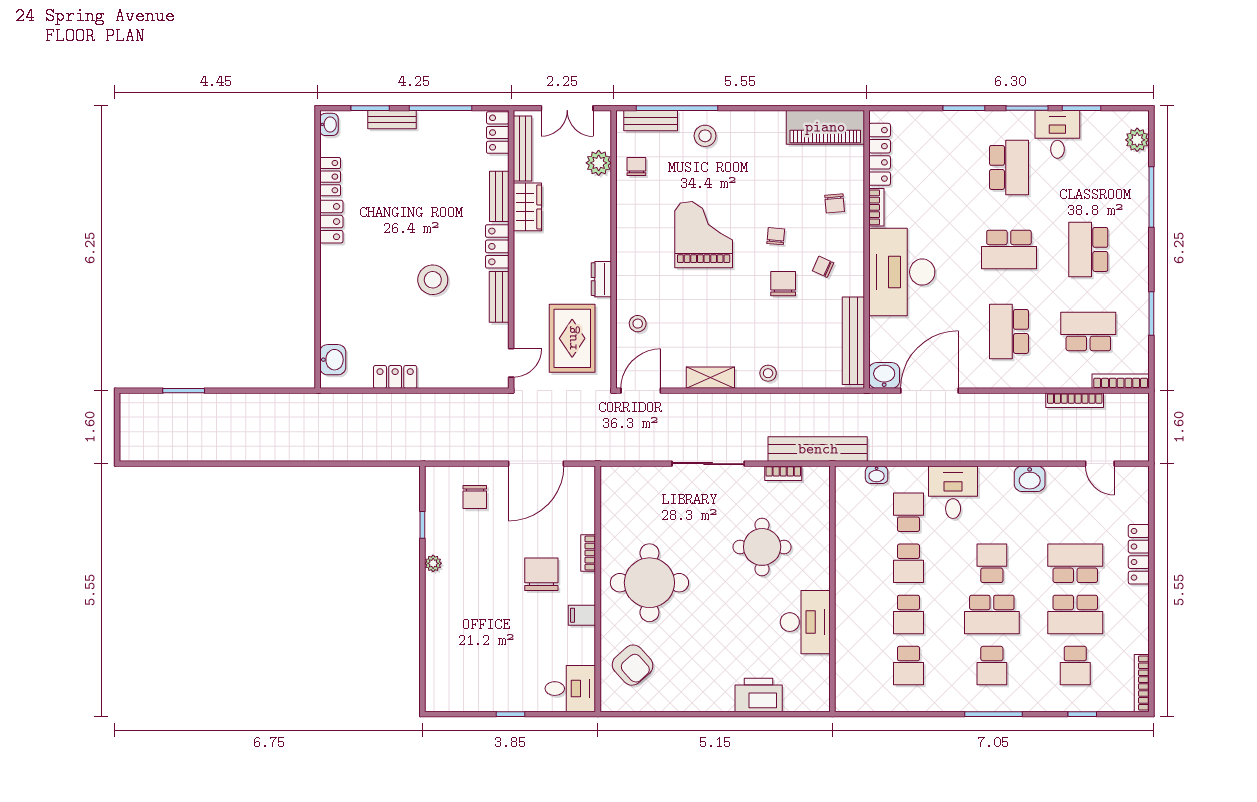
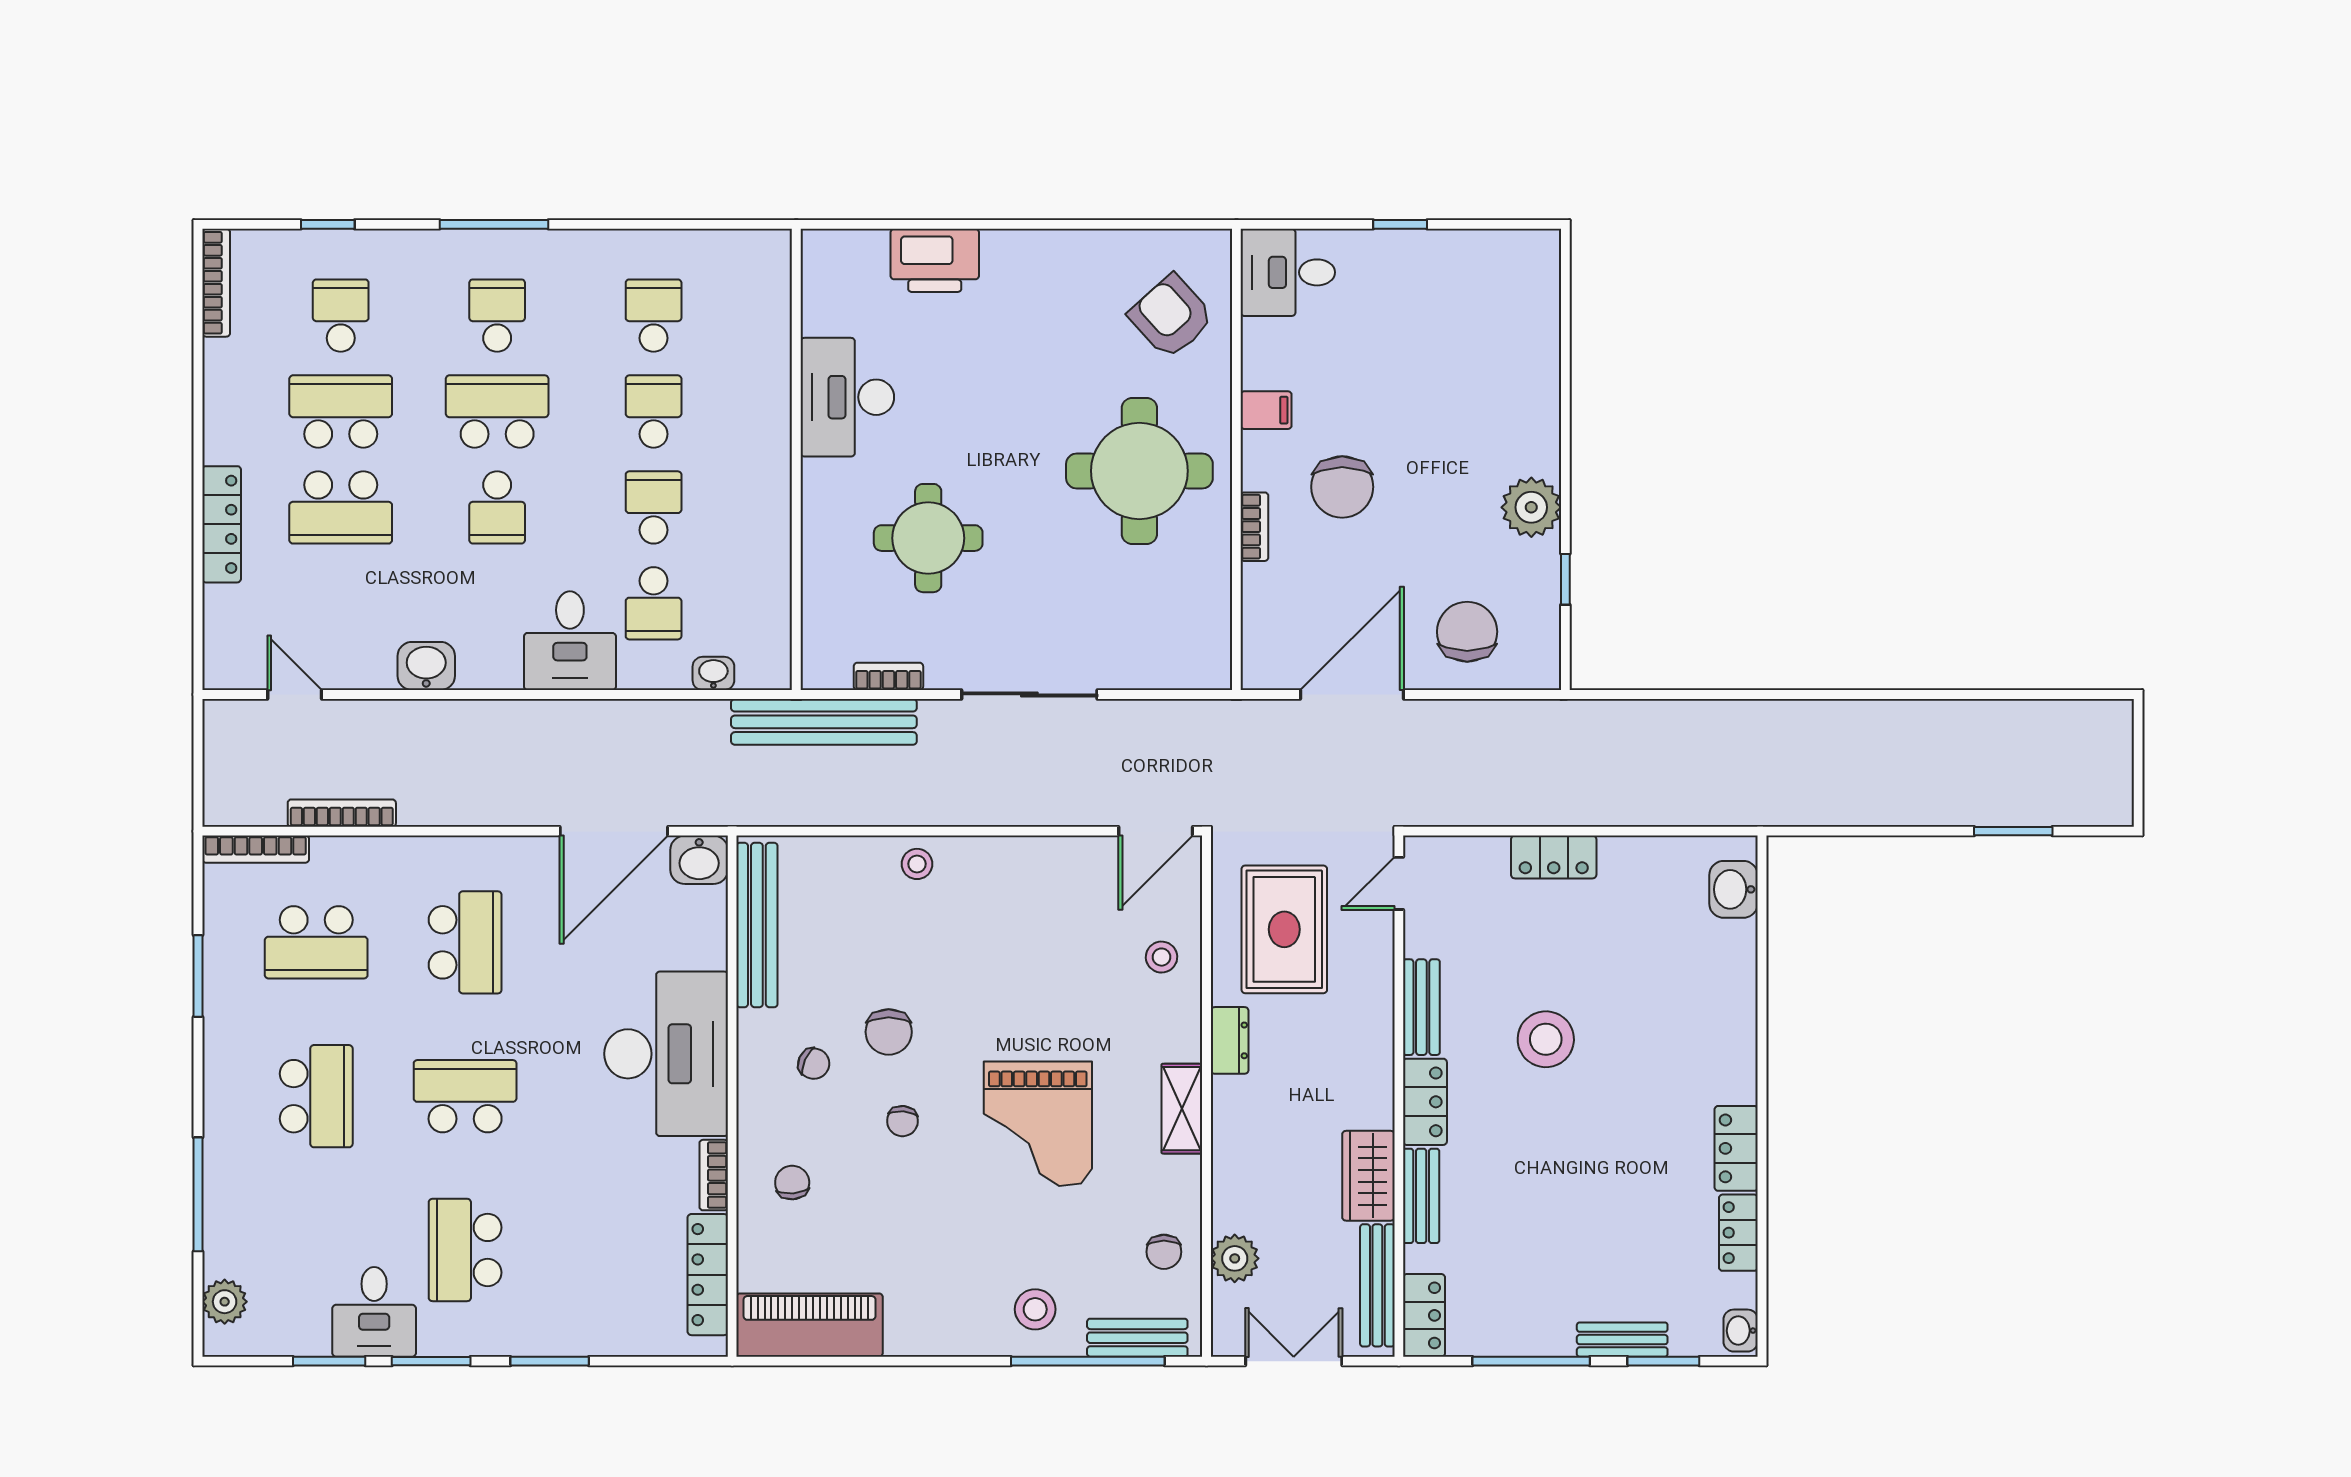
locker: (395, 377) -> (1554, 857), moved
shelving: (710, 378) -> (1182, 1109), moved, turned 90
chair: (475, 497) -> (1467, 632), width x1.37, depth x1.37
plant: (433, 563) -> (1531, 507), width x1.88, depth x1.88

